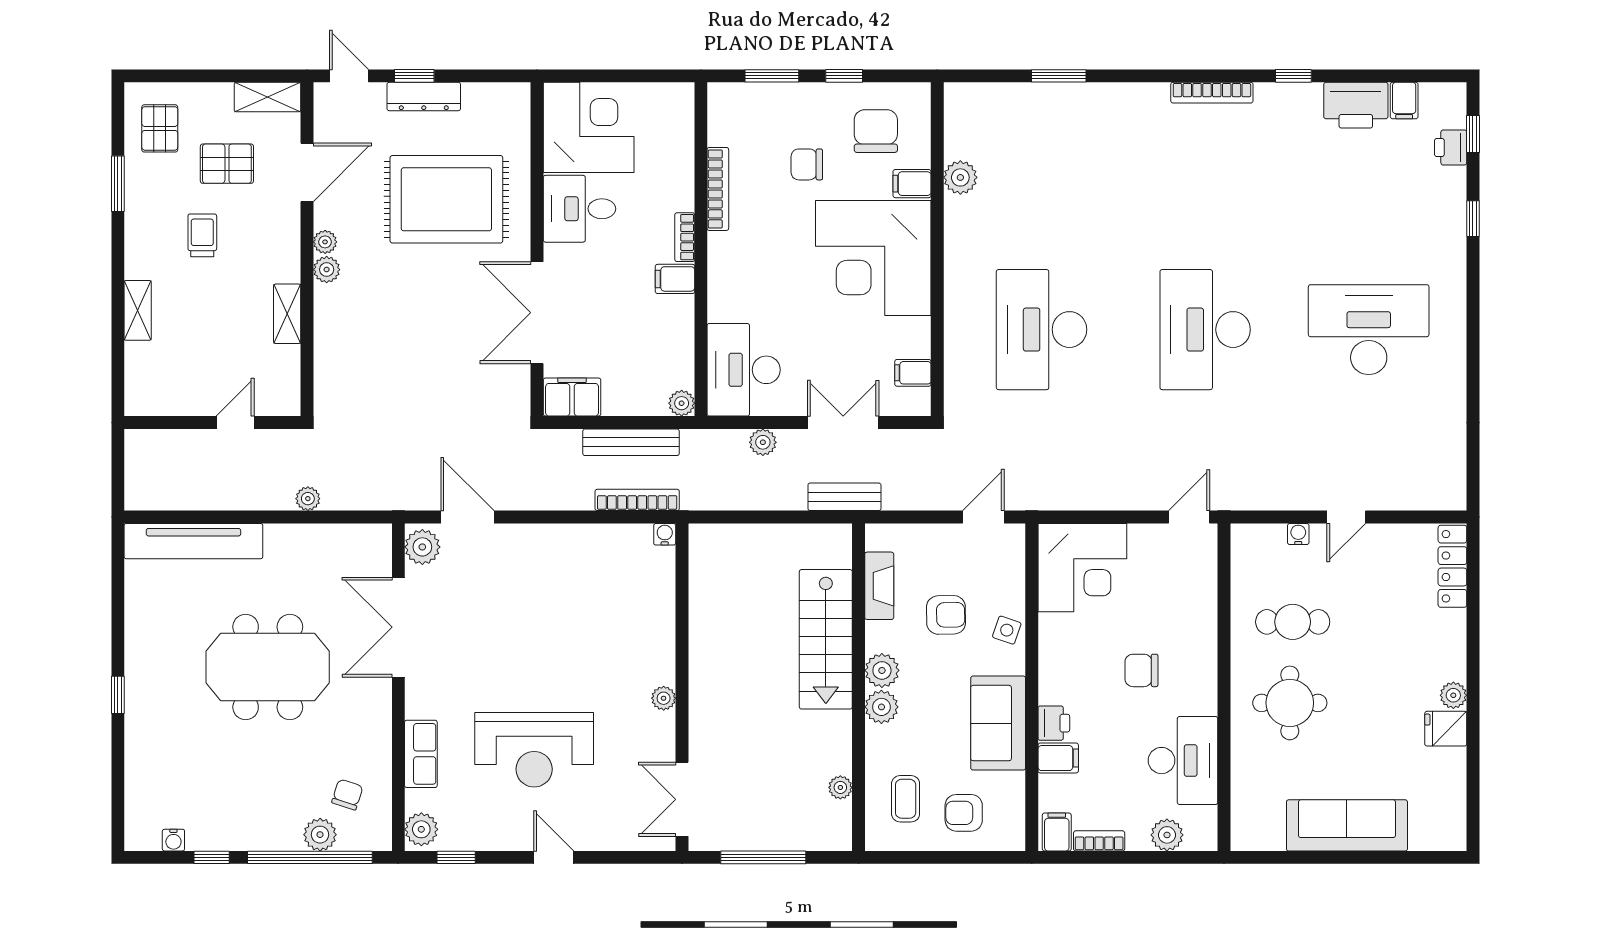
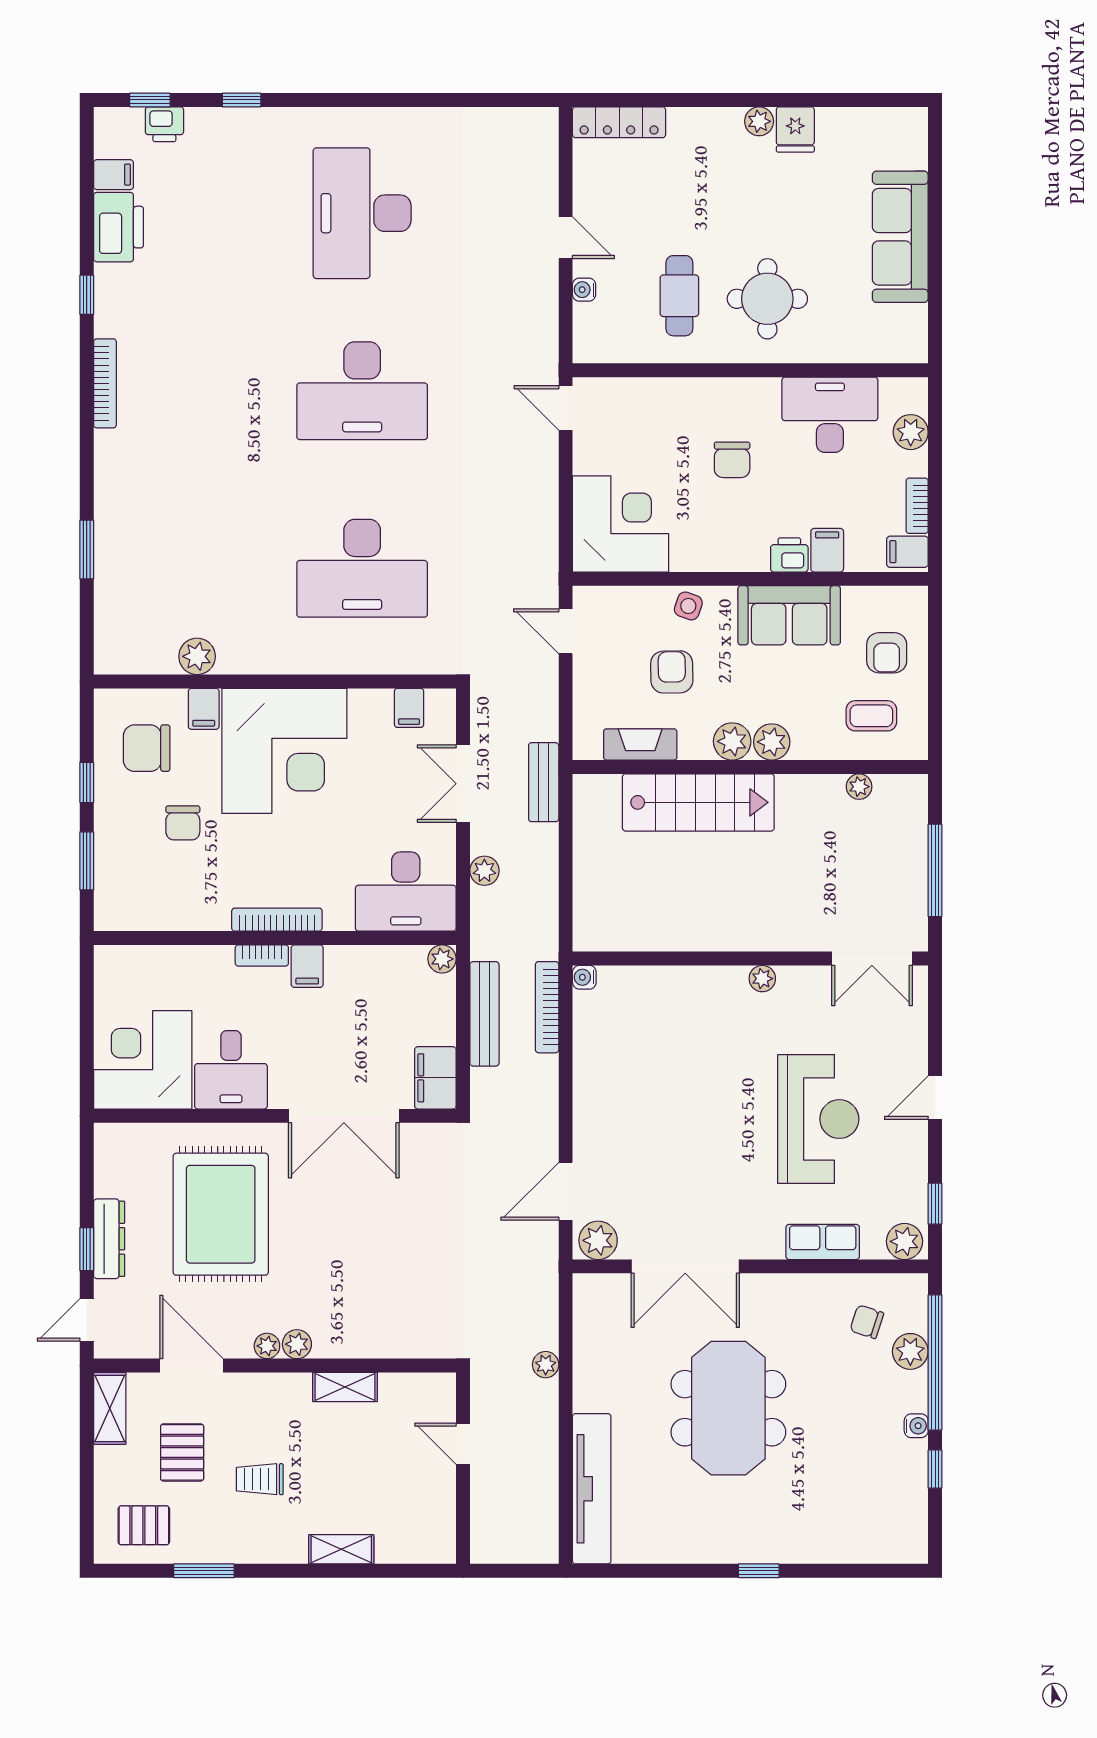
bookcase: (718, 189) -> (277, 920), moved
water cooler: (173, 840) -> (916, 1426), moved

